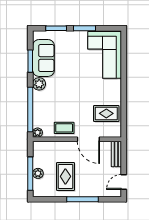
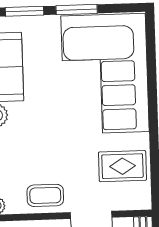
corner sofa: (105, 55) -> (105, 74), width x1.36, depth x1.36

